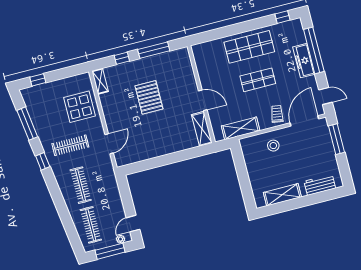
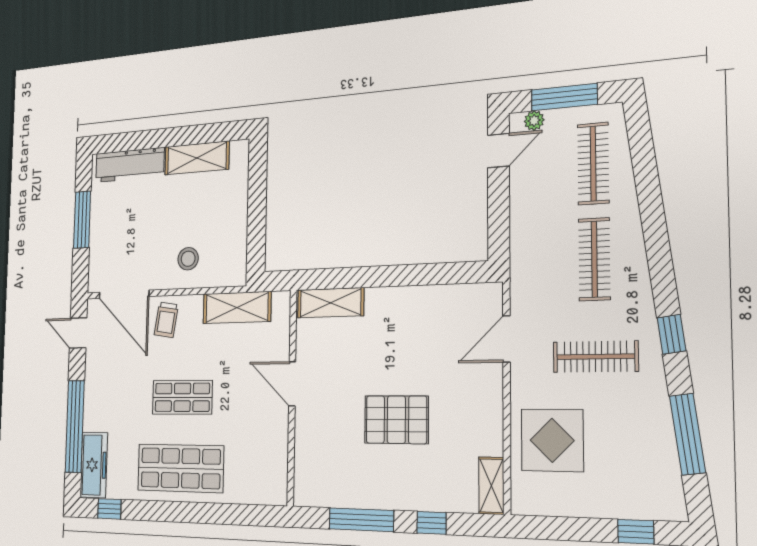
freezer: (304, 61) -> (94, 465), moved
pallet: (149, 97) -> (396, 420), turned 90
door: (304, 121) -> (124, 294), hinge flipped
shelving: (202, 129) -> (331, 303), moved, turned 90
window: (337, 139) -> (82, 220), moved
workbench: (320, 185) -> (130, 165), width x1.38

